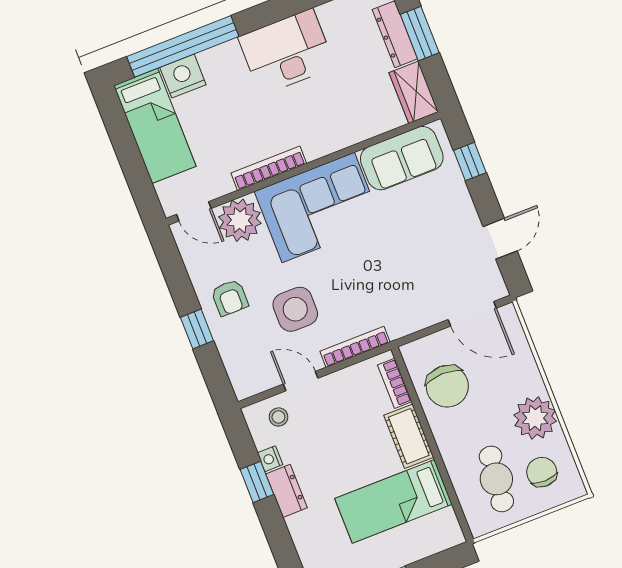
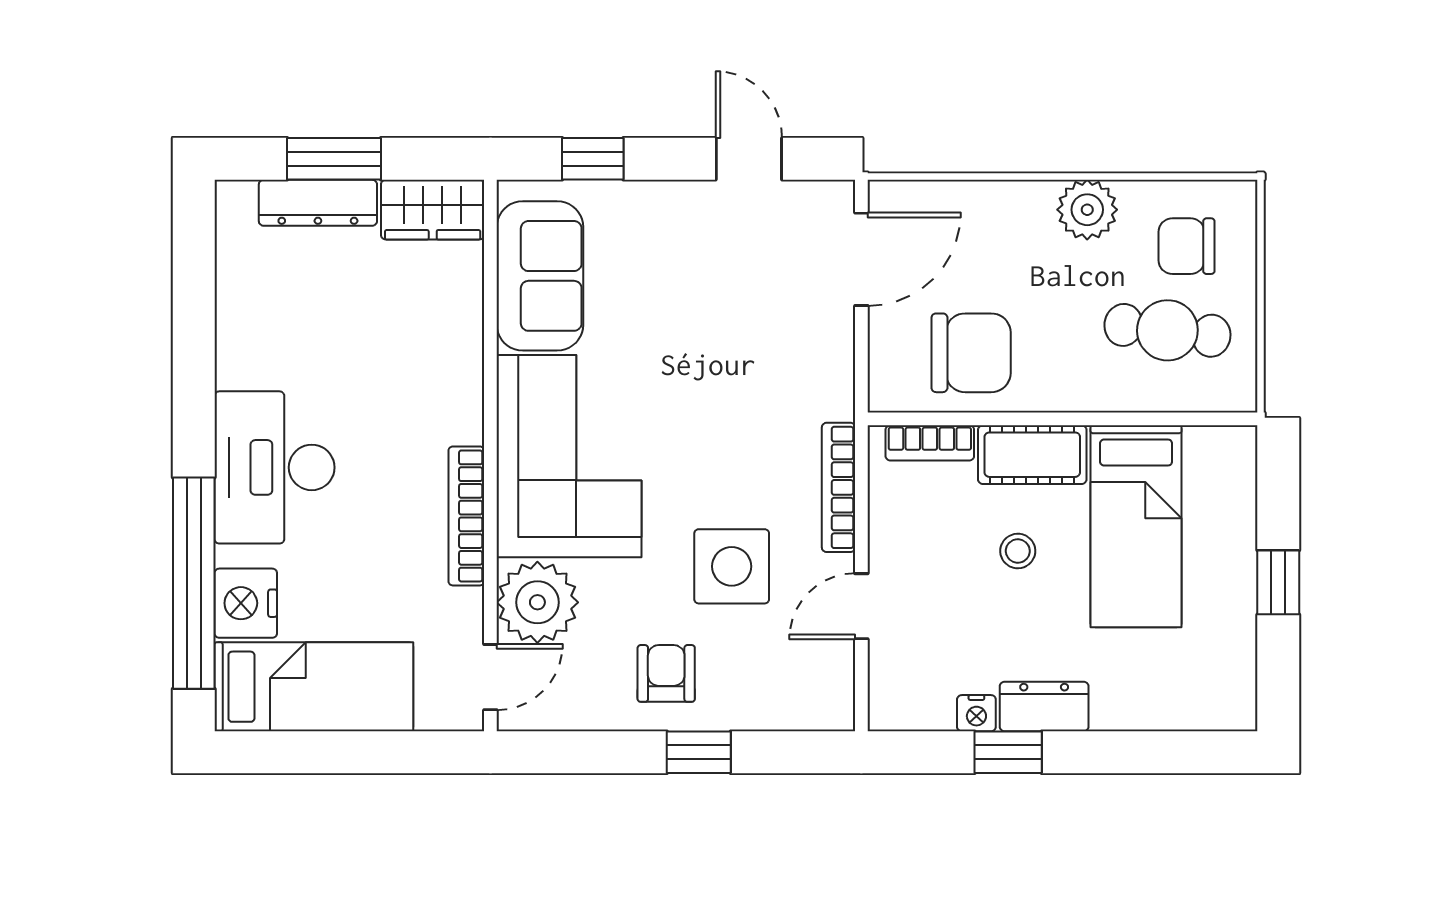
desk: (287, 52) -> (275, 467), moved
armchair: (230, 298) -> (666, 673), turned -90
stool: (278, 417) -> (1018, 551), moved
plant: (535, 418) -> (1087, 210), width x0.73, depth x0.73

